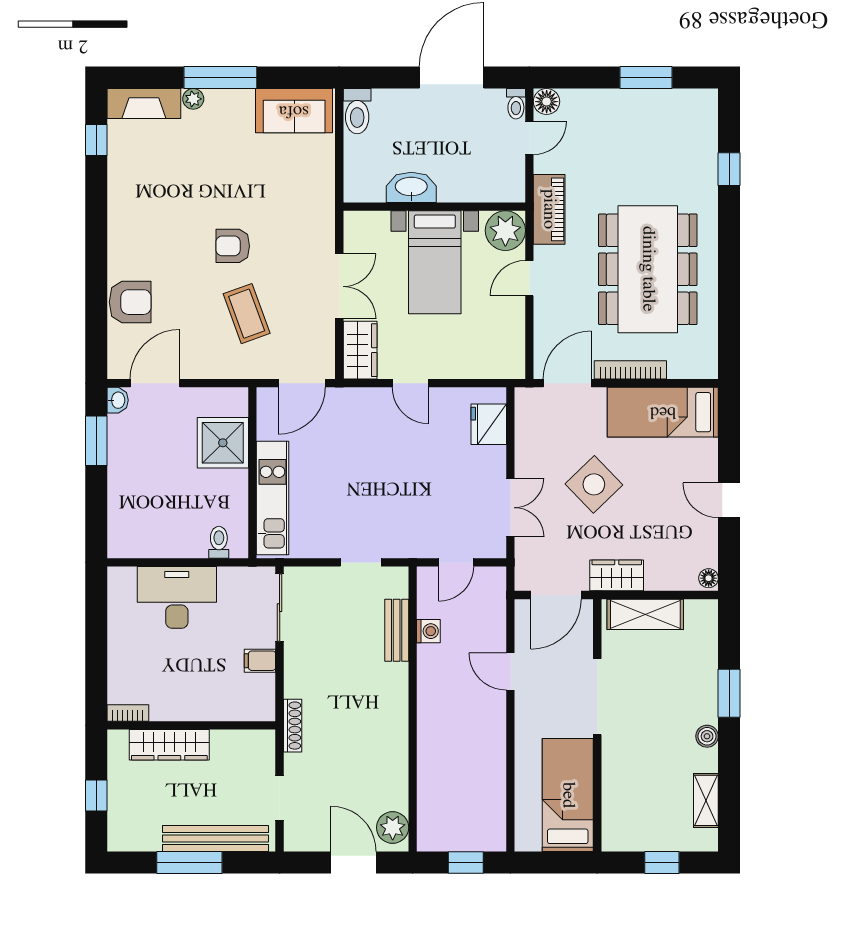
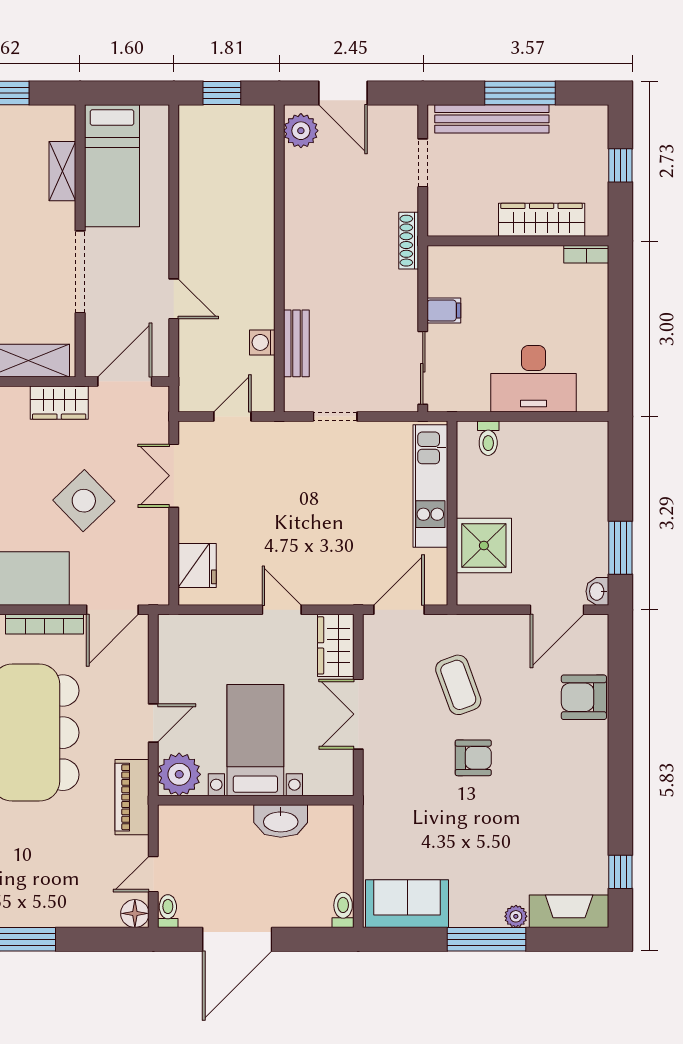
toilet: (357, 111) -> (343, 910), width x0.73, depth x0.72
shelving: (614, 790) -> (62, 171), added

